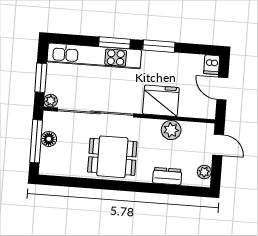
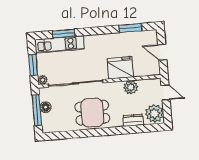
window: (115, 43) -> (64, 33), moved
window: (159, 46) -> (130, 28), moved
kitchen unit: (94, 56) -> (59, 44), width x0.73
dishwasher: (212, 65) -> (152, 37), removed
plant: (204, 172) -> (154, 113), width x1.87, depth x1.87

